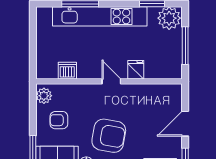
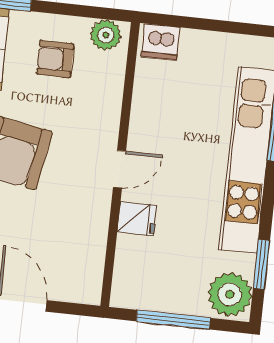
dishwasher: (67, 71) -> (161, 42), moved, turned 90
armchair: (59, 120) -> (55, 59), turned -90

